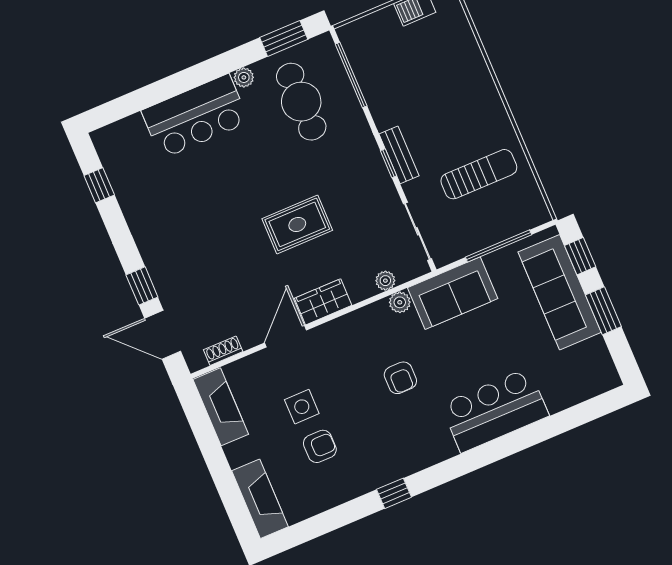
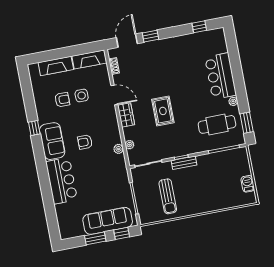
sofa: (453, 293) -> (52, 141), moved, turned 180
armchair: (320, 446) -> (62, 100), turned -90
fireplace: (260, 499) -> (56, 66), moved

